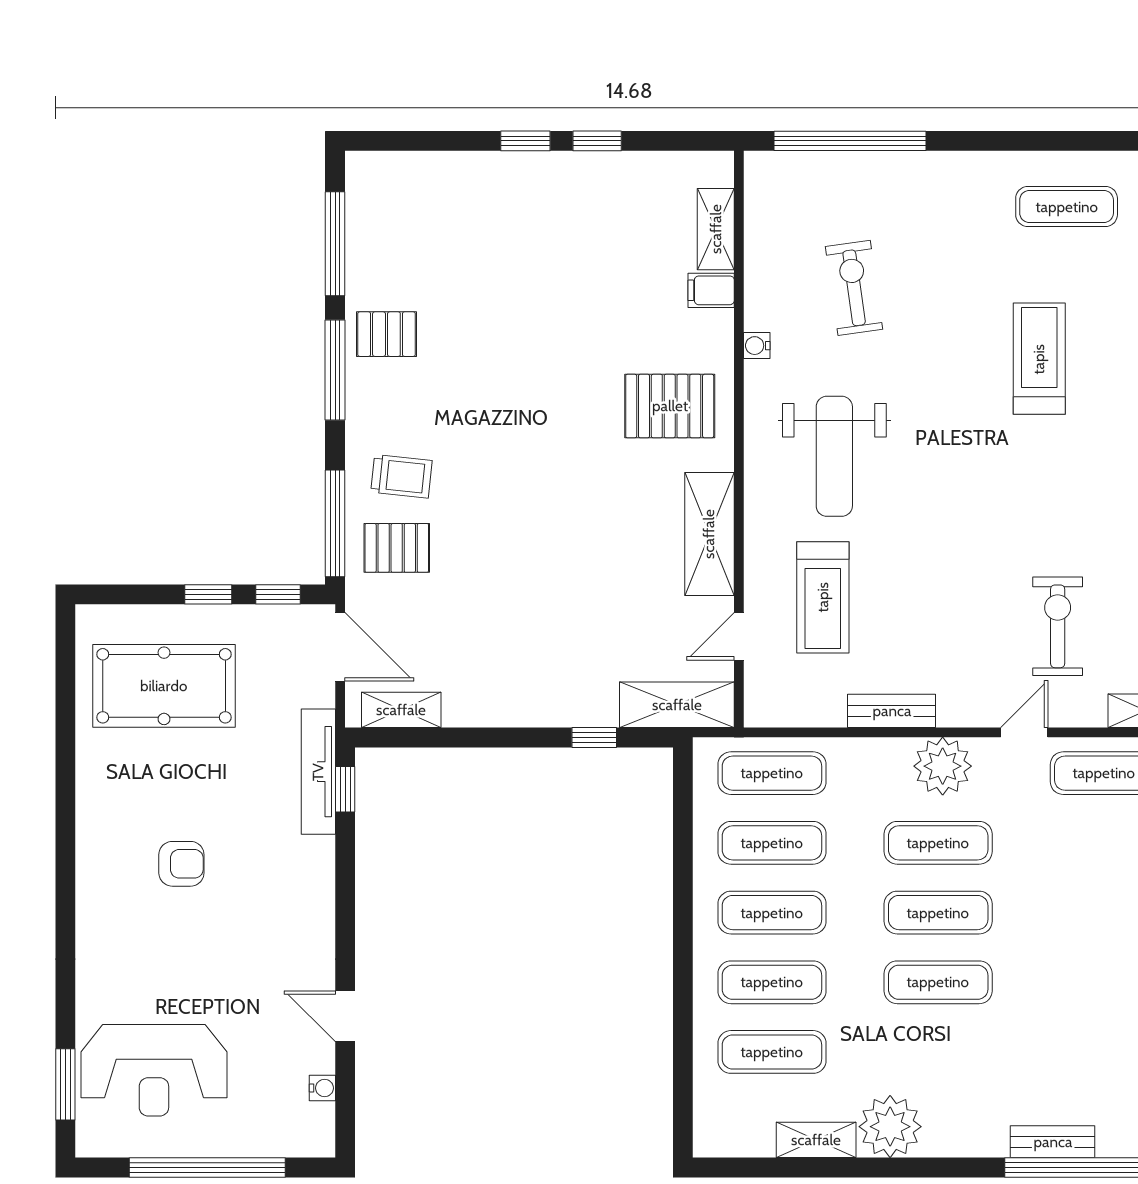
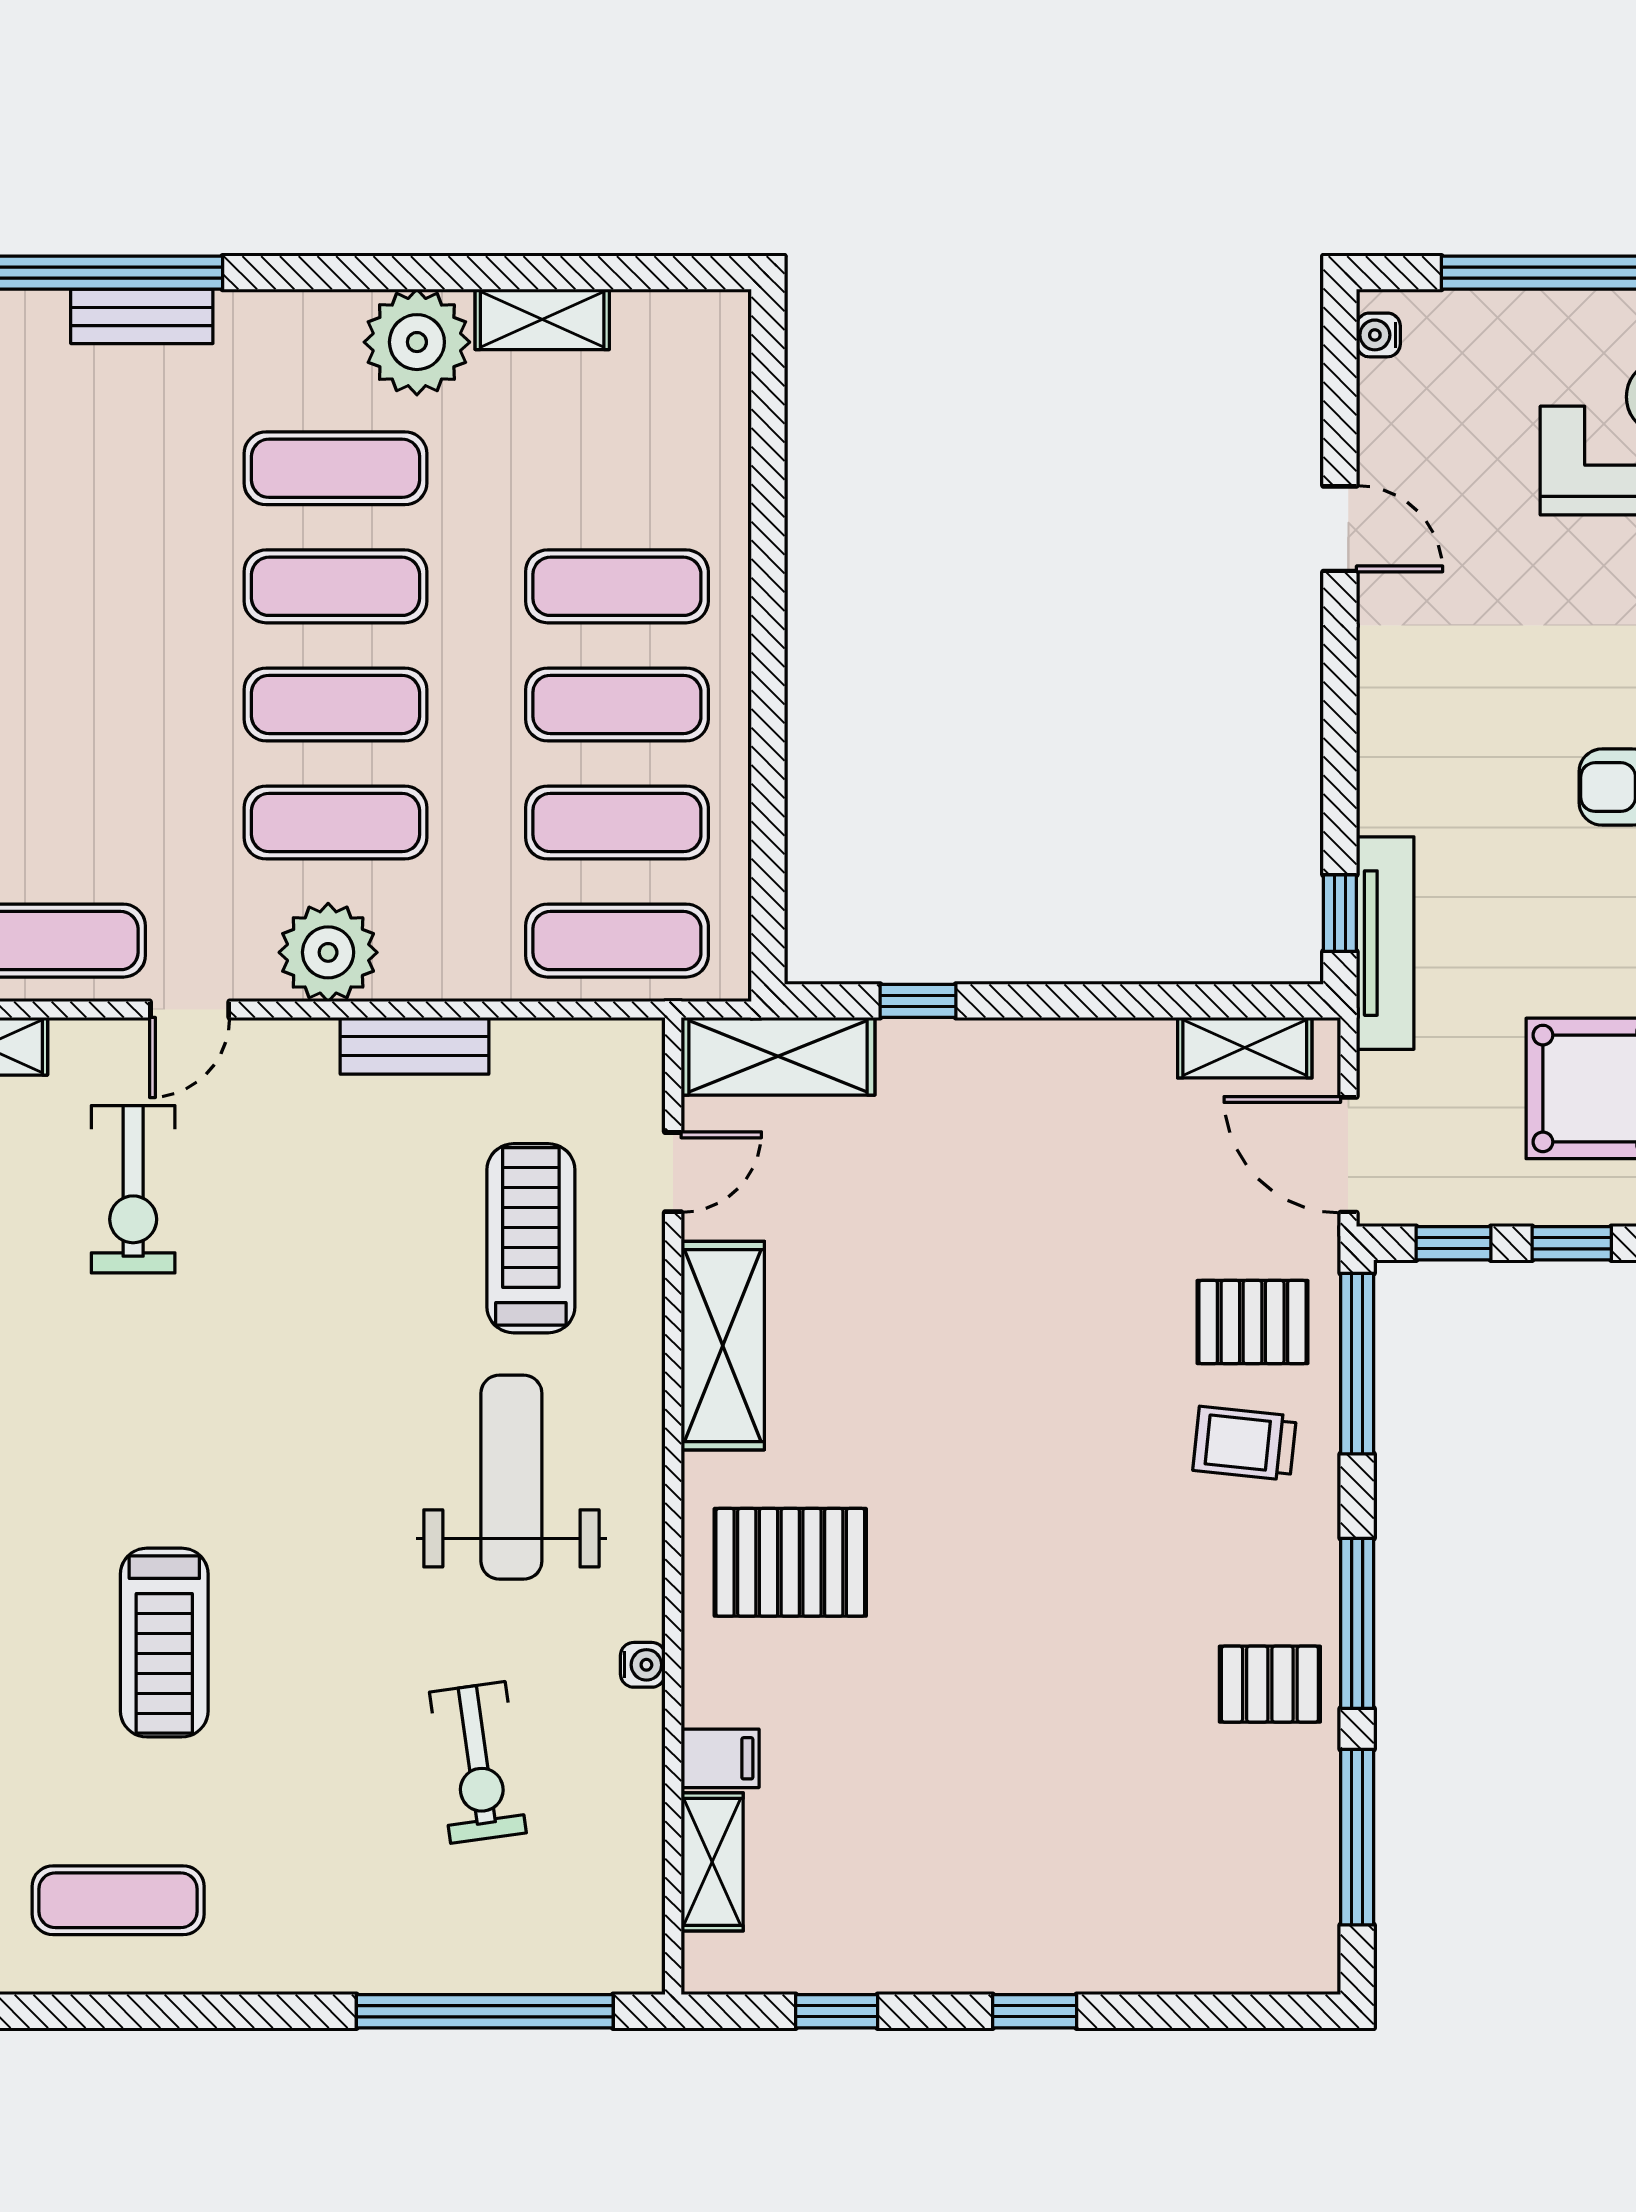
window: (597, 141) -> (837, 2011), moved
exercise mat: (772, 1052) -> (335, 468), moved
water cooler: (322, 1088) -> (1378, 335), moved

